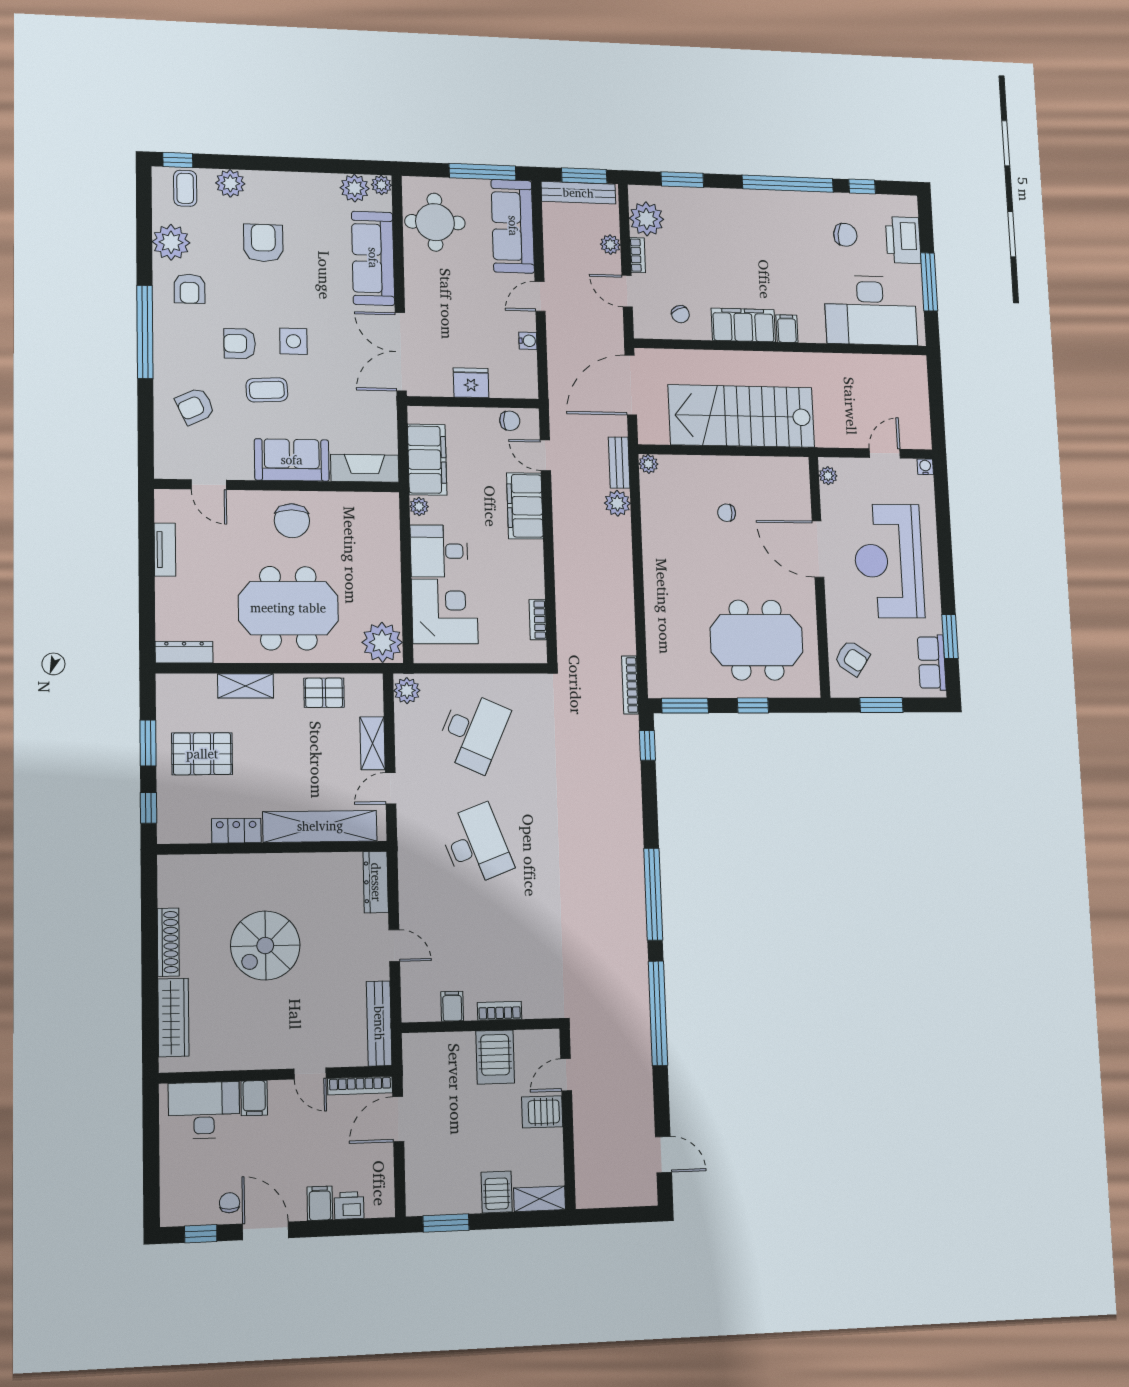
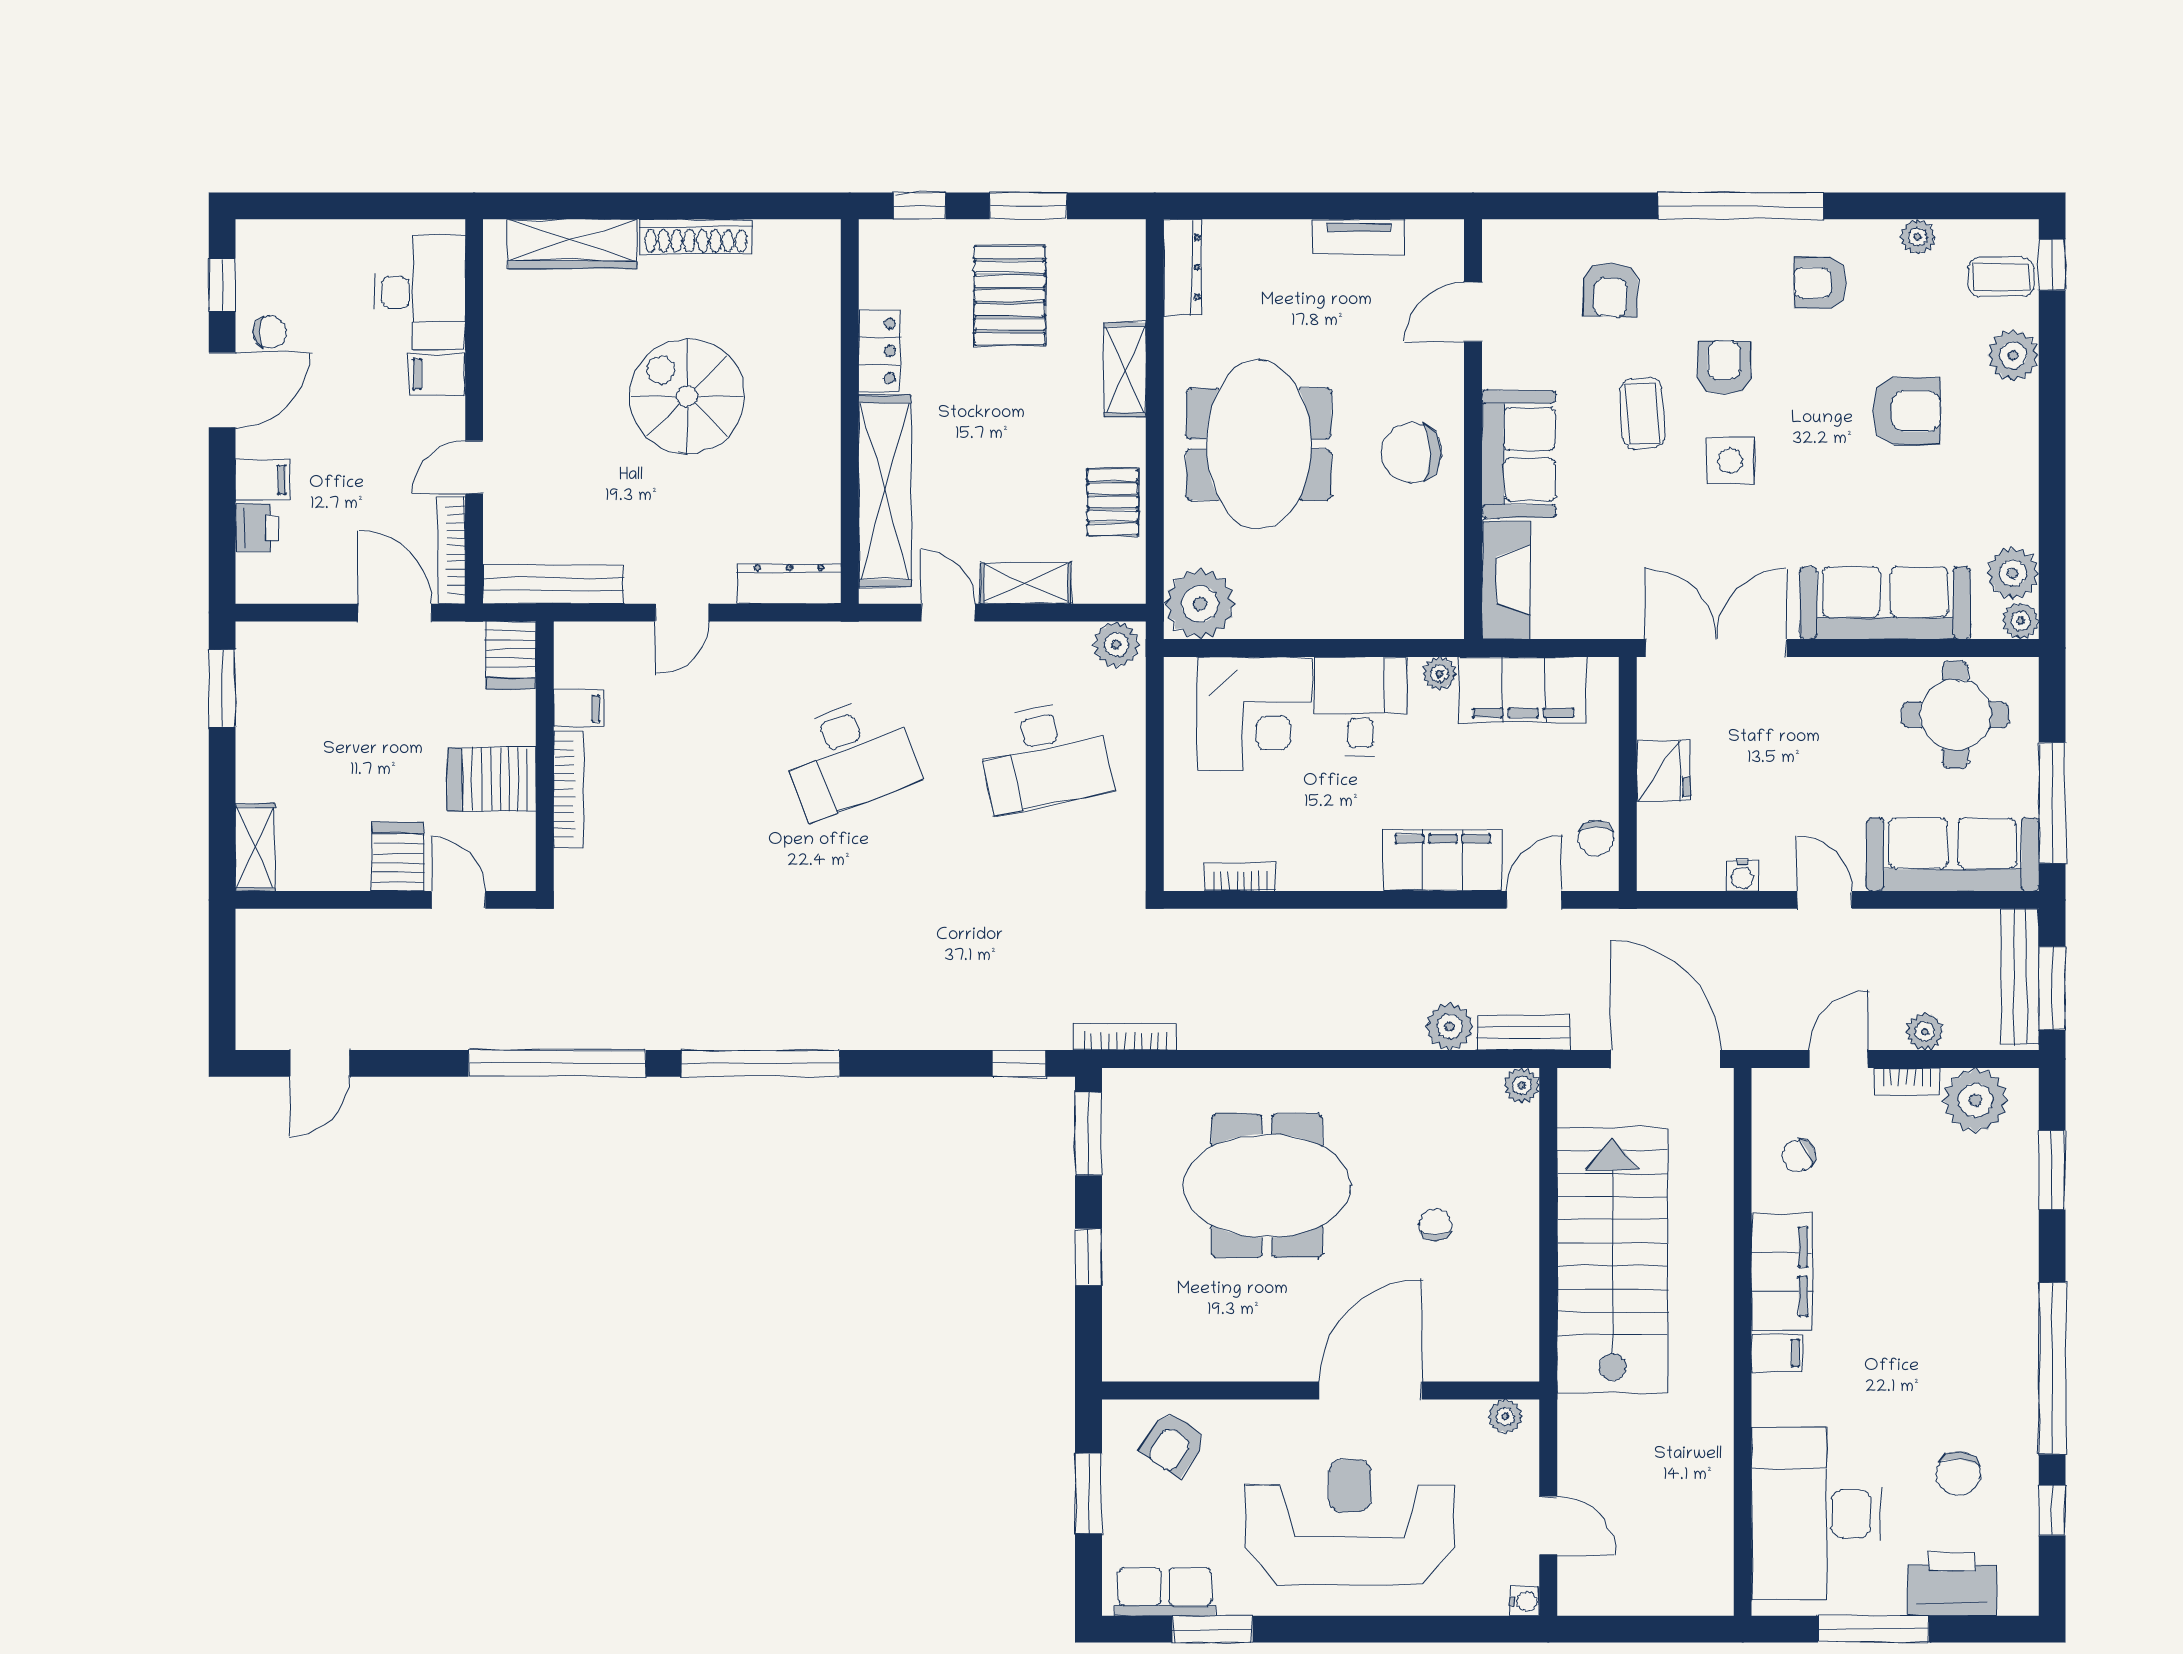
plant: (171, 242) -> (1918, 237), width x0.53, depth x0.53
armchair: (195, 406) -> (1611, 290), turned -153
meeting table: (757, 640) -> (1267, 1186), moved, turned 90
desk: (473, 732) -> (1045, 756), turned -36
bookcase: (500, 1011) -> (569, 789), width x1.56
server rack: (497, 1192) -> (511, 655), moved, turned 90

